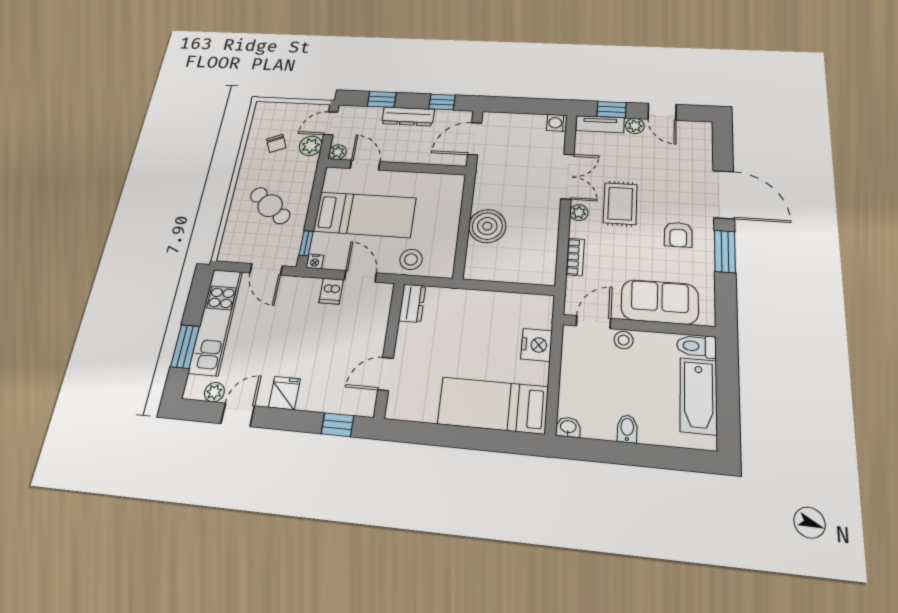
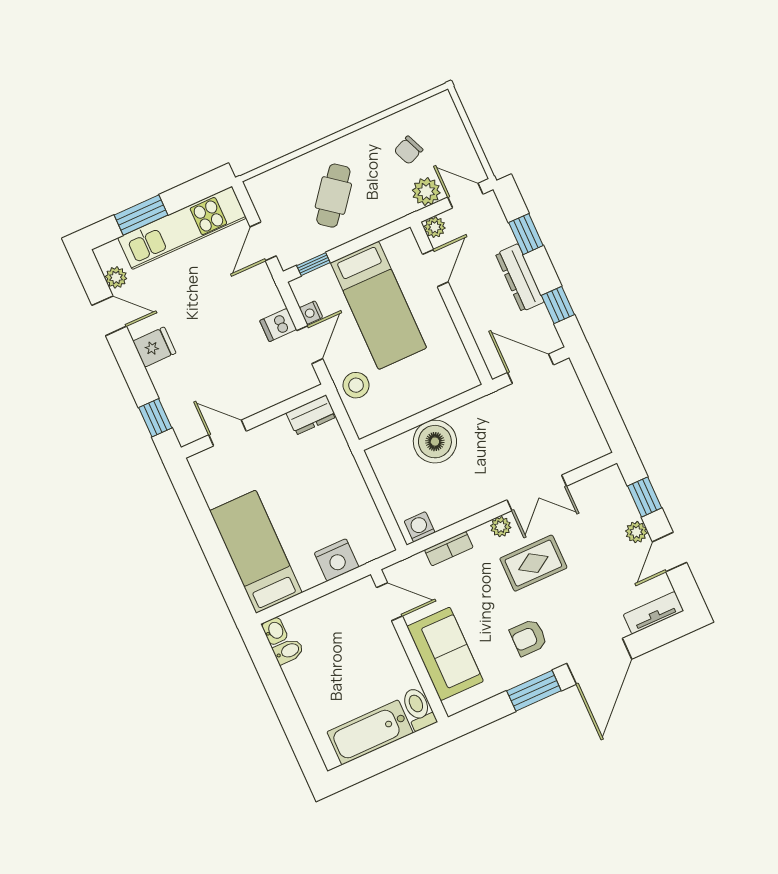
washing machine: (557, 123) -> (420, 527), moved
tv unit: (600, 124) -> (654, 613), moved, turned 90
nightstand: (315, 261) -> (311, 313), moved
stool: (624, 340) -> (387, 639), removed
bidet: (627, 429) -> (288, 651), moved

